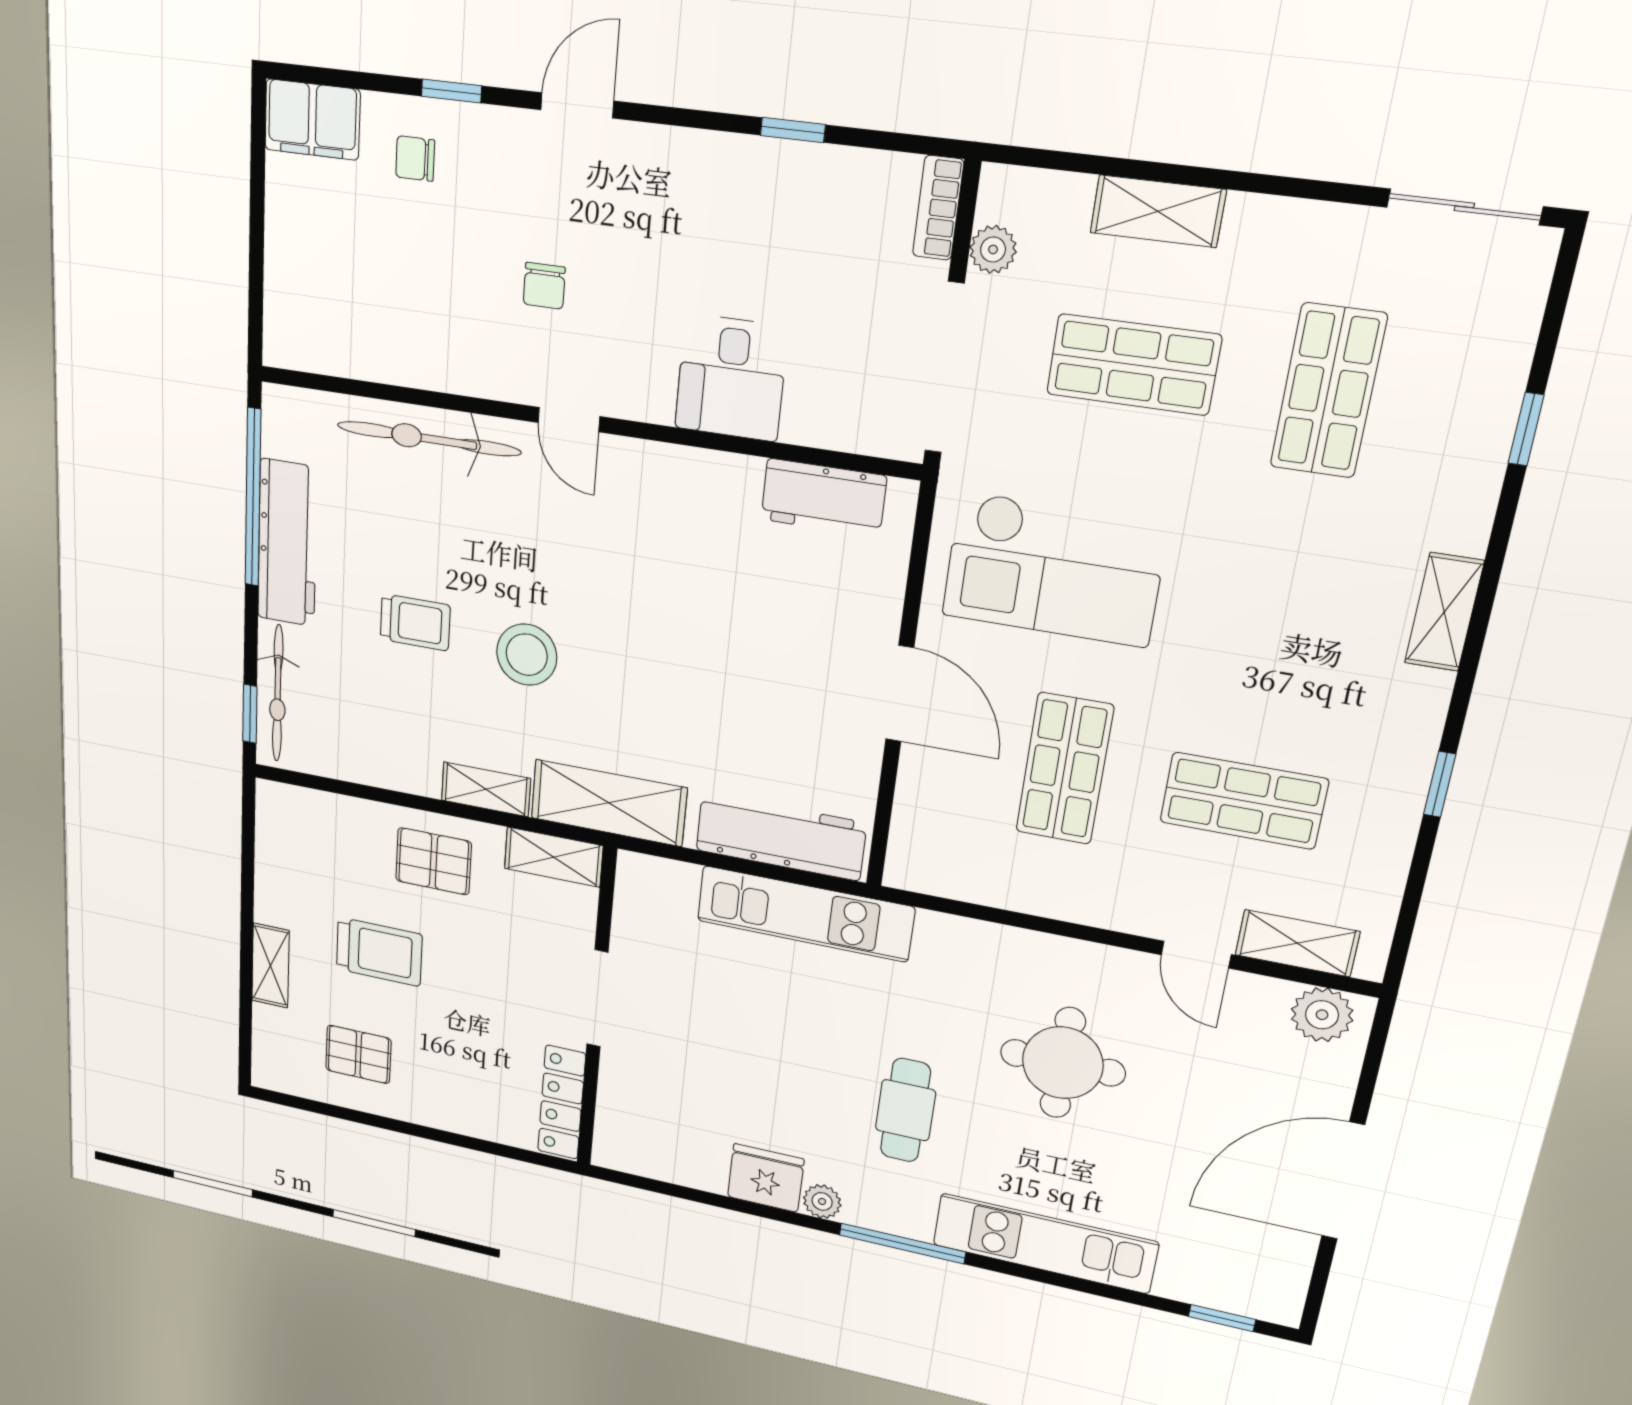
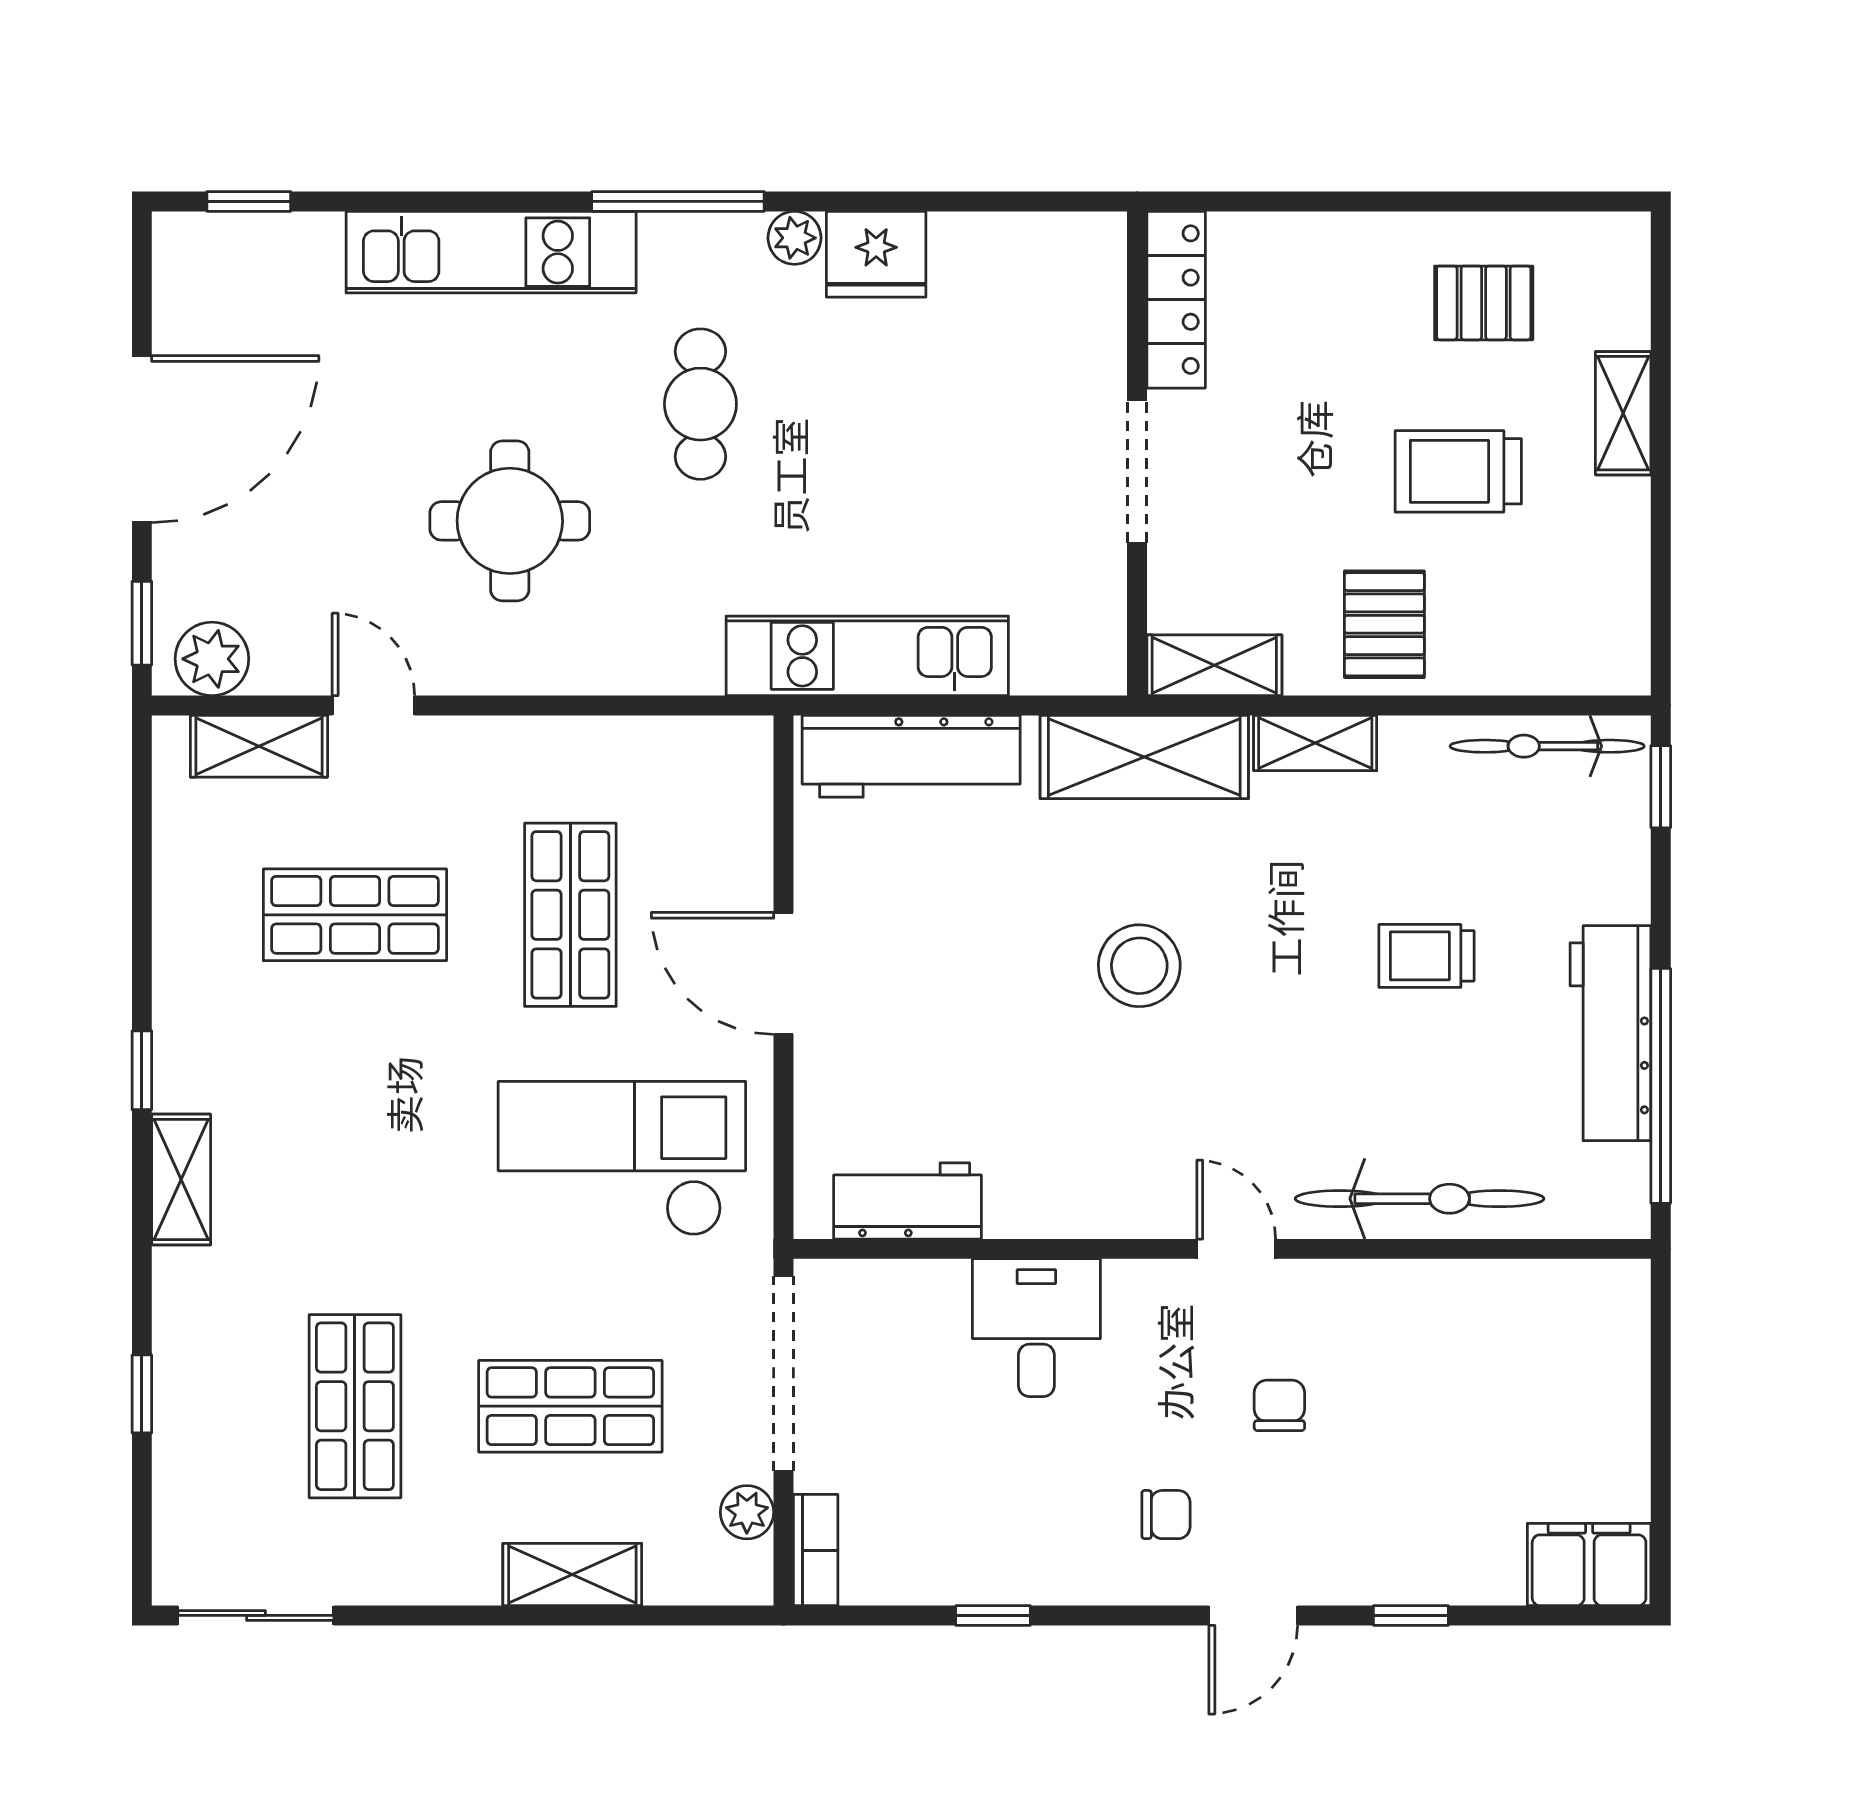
chair: (415, 159) -> (1166, 1515), moved
stool: (527, 655) -> (1139, 966), moved
bicycle: (278, 693) -> (1547, 746), moved, turned -90
window: (1440, 784) -> (142, 1070), moved
pallet: (433, 861) -> (1384, 624), turned 90
window: (1374, 1052) -> (142, 623), added

